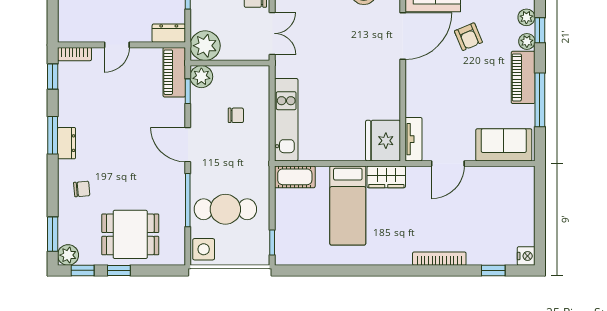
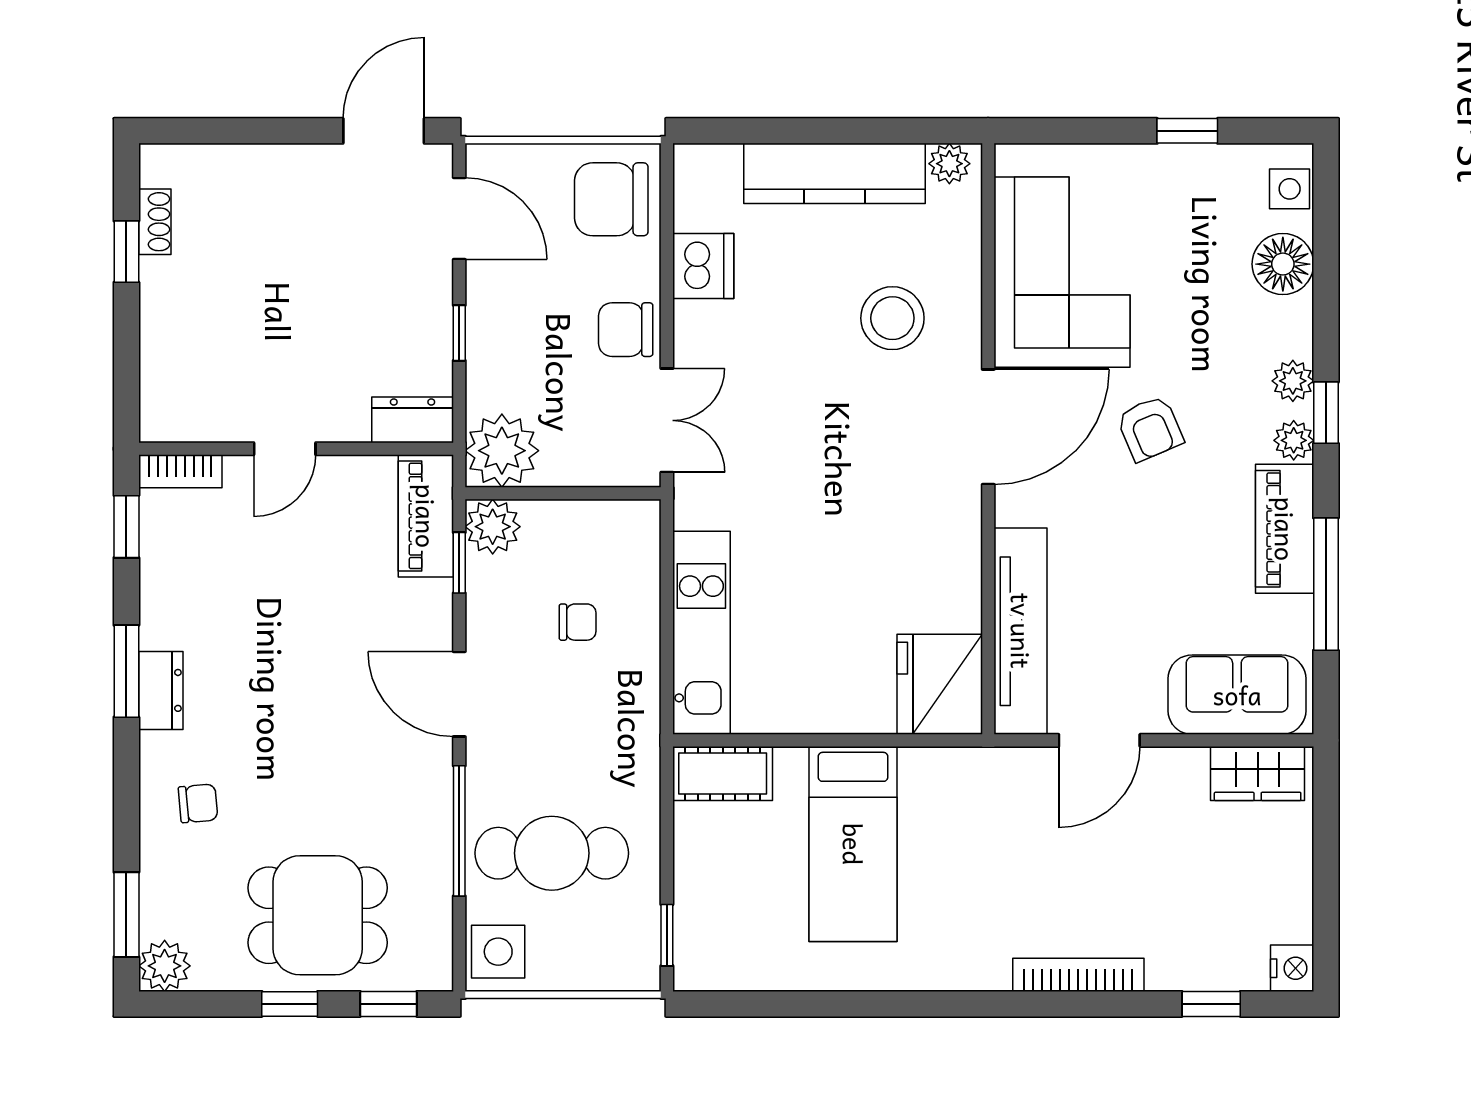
tv unit: (413, 139) -> (1021, 631), width x1.92, depth x1.29
wardrobe: (386, 177) -> (1258, 774), moved
window: (83, 270) -> (389, 1004), moved

